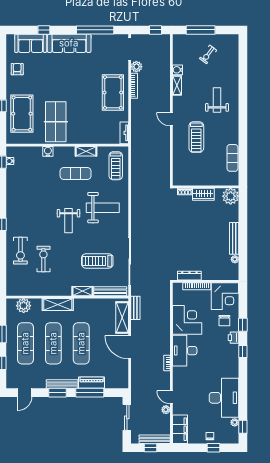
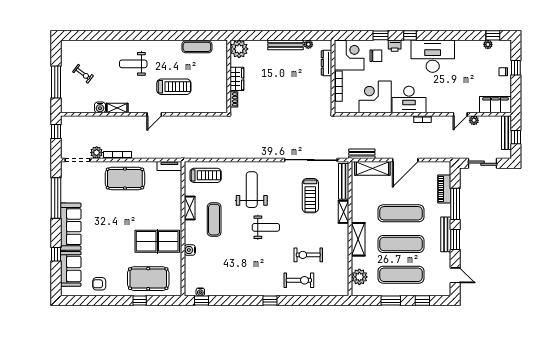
dresser: (189, 276) -> (326, 63), moved
piano: (92, 383) -> (444, 189), moved
desk: (224, 398) -> (433, 56), moved

